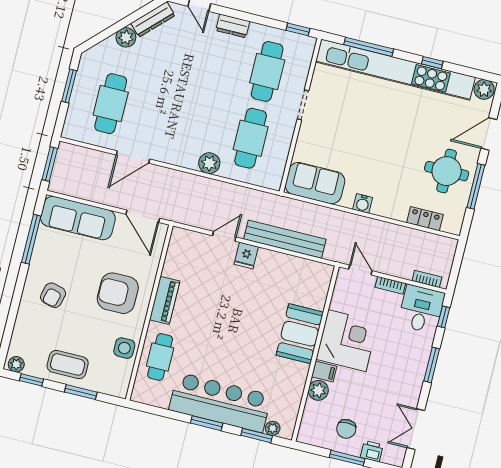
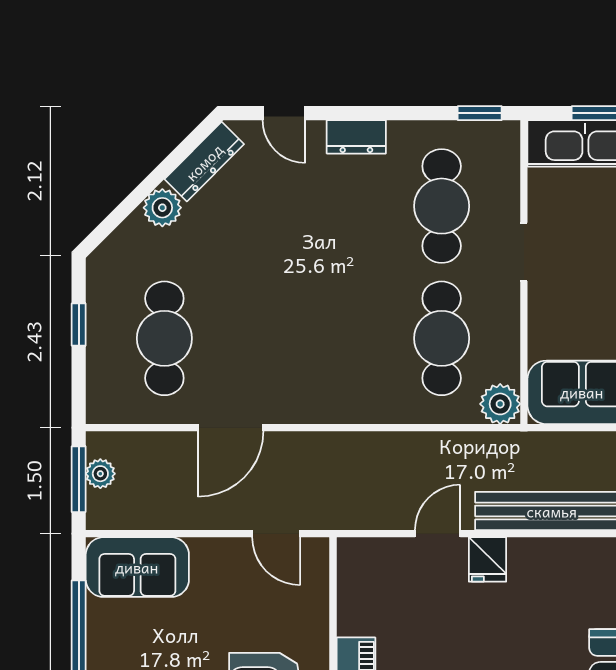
window: (69, 86) -> (79, 325), width x0.67
plant: (209, 163) -> (500, 404), moved
plant: (61, 164) -> (100, 474), added
door: (143, 216) -> (276, 534), width x0.73
sofa: (78, 218) -> (137, 567), width x0.73

